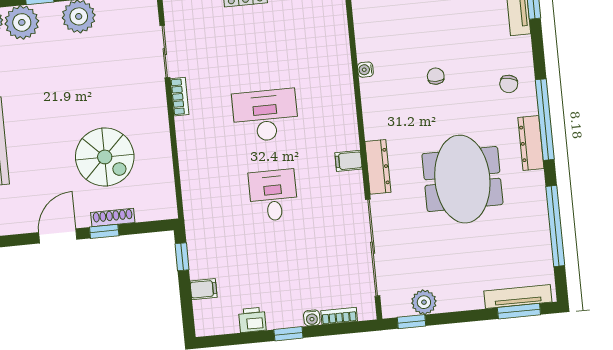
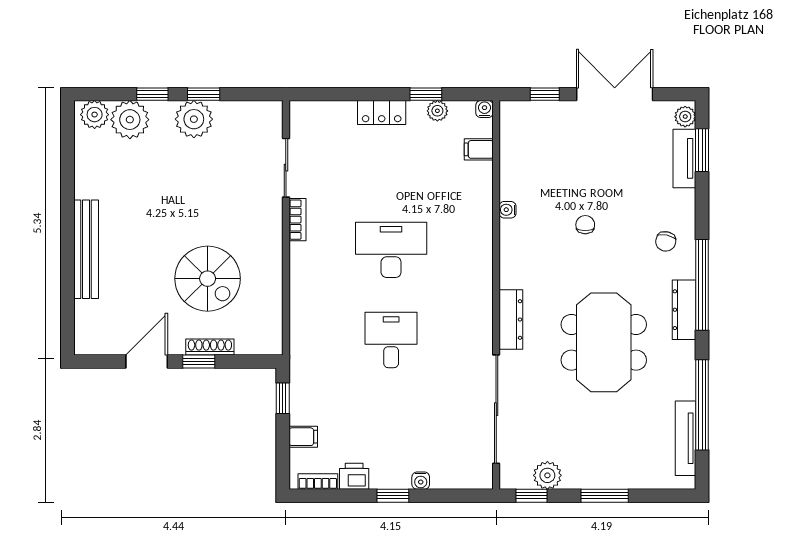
filing cabinet: (349, 161) -> (479, 149), moved
tv unit: (518, 297) -> (686, 438), moved, turned -90
window: (519, 311) -> (605, 496), moved
bookcase: (339, 316) -> (318, 481), moved

